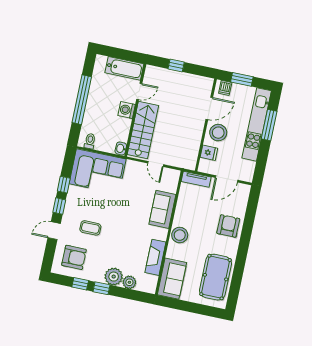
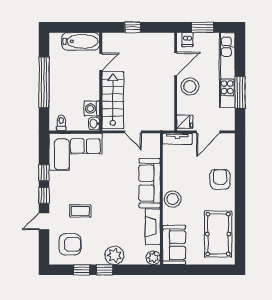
washing machine: (127, 110) -> (92, 109), moved
window: (269, 125) -> (240, 92), moved
fridge: (209, 153) -> (185, 122), moved
sofa: (162, 209) -> (150, 183), width x1.36
plant: (129, 282) -> (153, 258), moved

